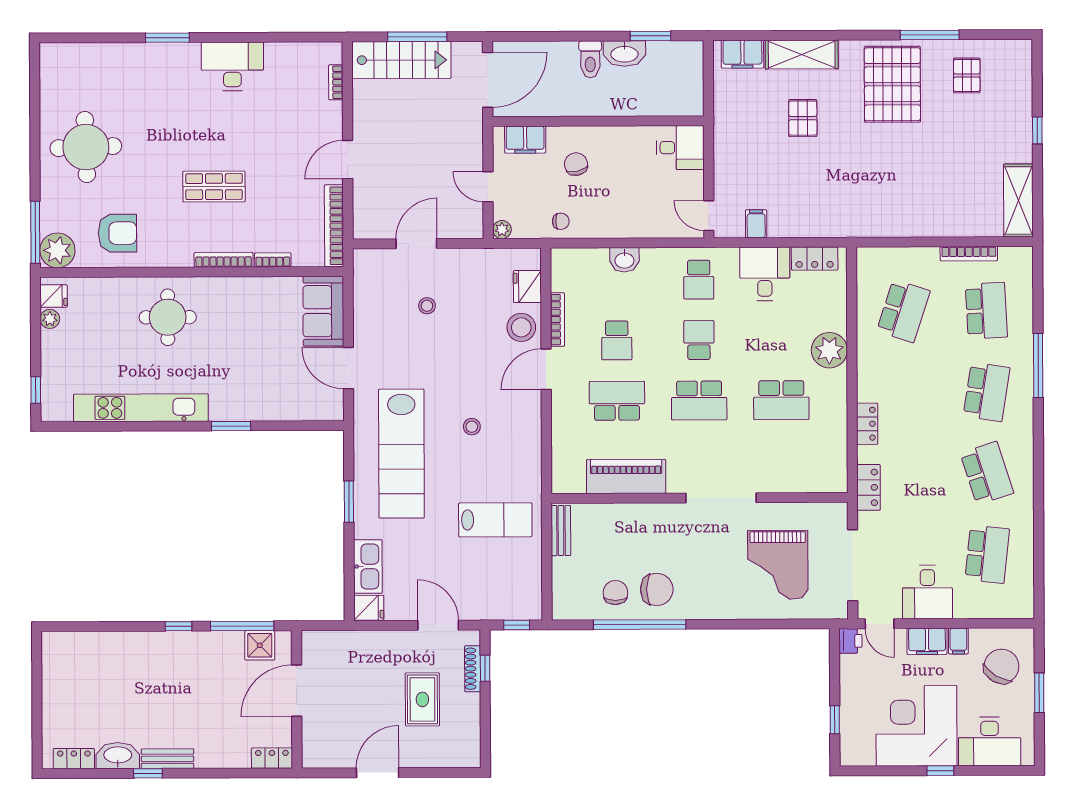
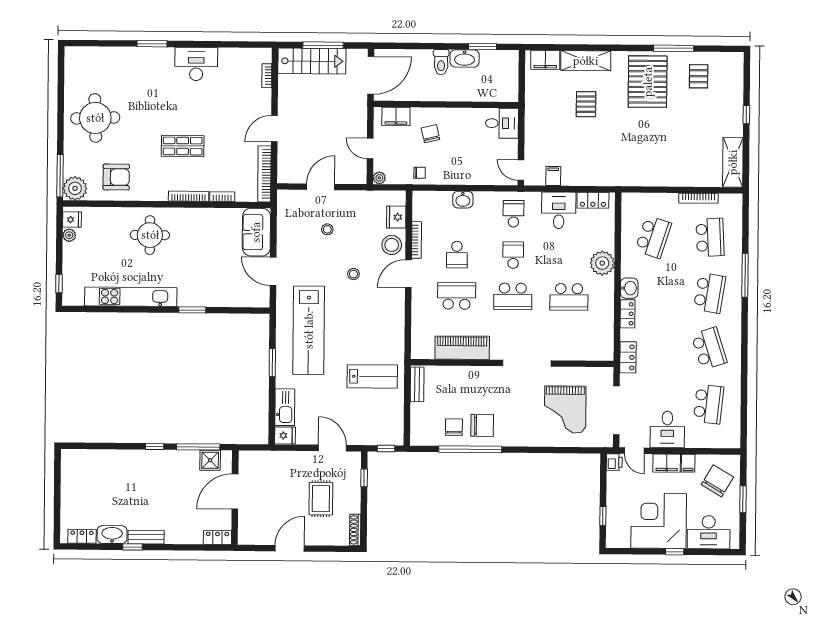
school desk: (699, 280) -> (513, 214), turned 180
washbasin: (869, 386) -> (629, 288), added
stool: (472, 427) -> (353, 274), moved
shoe rack: (473, 669) -> (355, 530), moved

